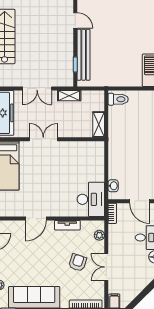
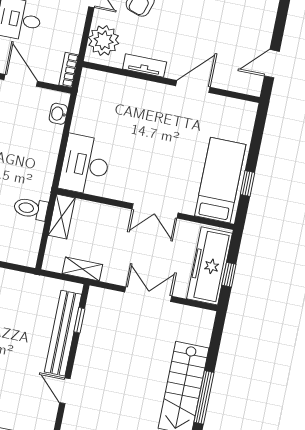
shelving: (69, 96) -> (82, 269), moved
toilet: (118, 99) -> (31, 209), moved
desk: (91, 199) -> (85, 165), moved
plant: (99, 235) -> (104, 40), width x1.87, depth x1.87

